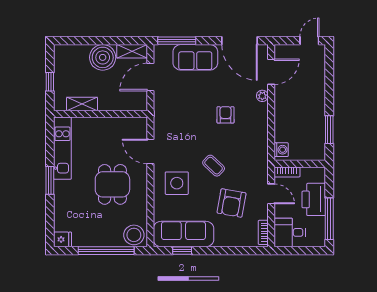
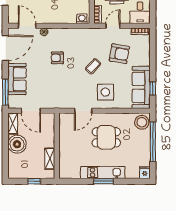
kitchen unit: (62, 148) -> (103, 172), moved

